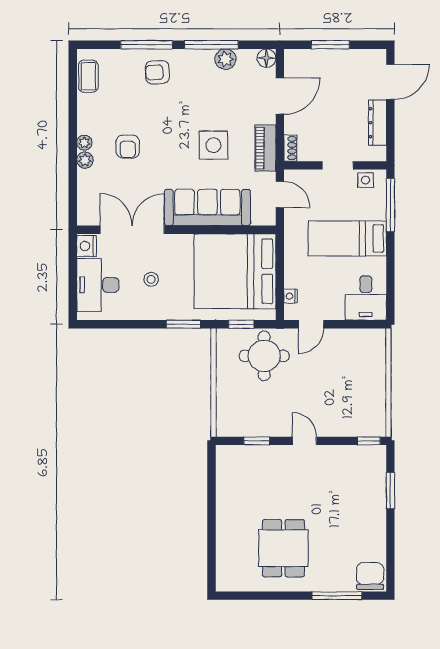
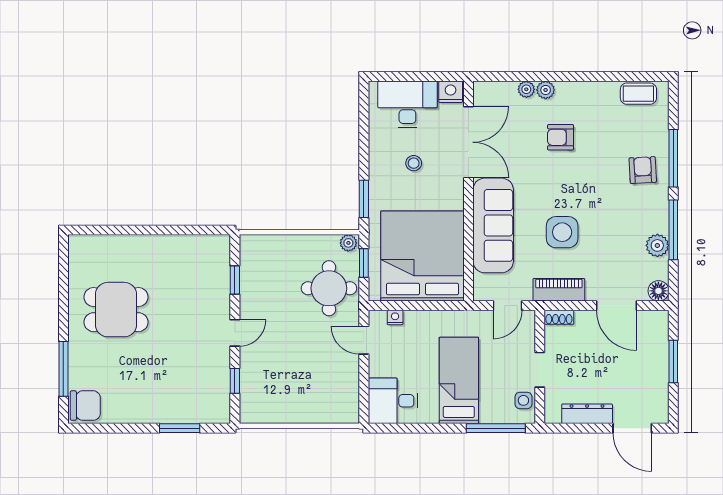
plant: (84, 143) -> (526, 89), moved
plant: (223, 338) -> (348, 243), added
window: (369, 441) -> (235, 381), moved

